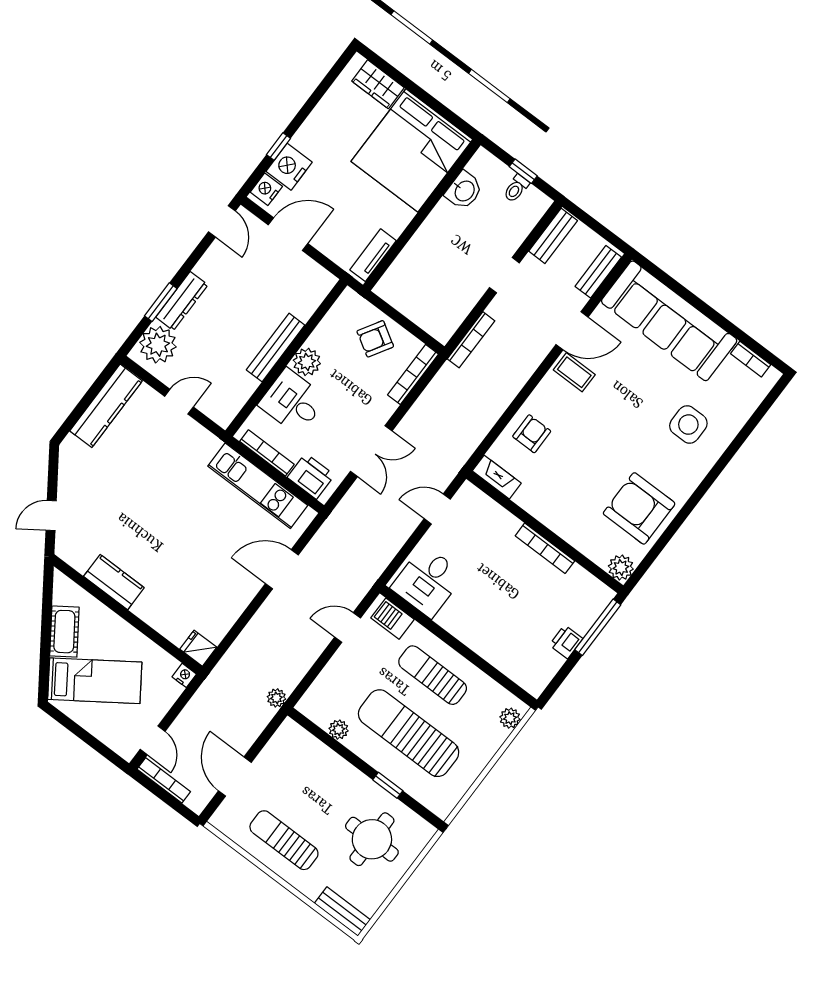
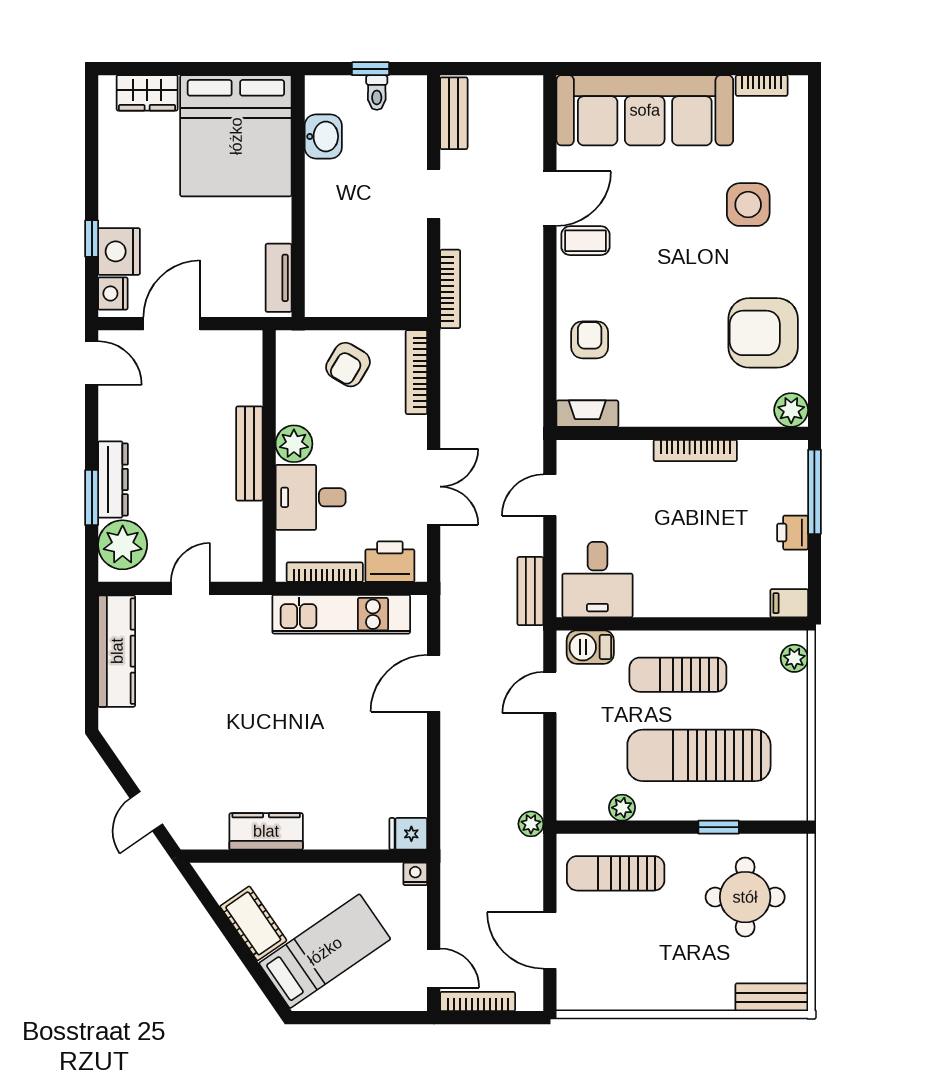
bench: (598, 272) -> (530, 591), moved
filing cabinet: (532, 683) -> (789, 603), added
sun lounger: (284, 840) -> (616, 873), moved

